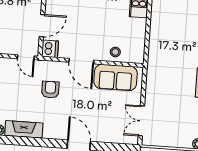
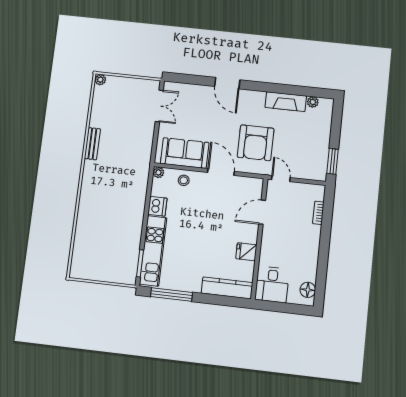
dishwasher: (50, 49) -> (157, 206), moved, turned 180
plant: (139, 58) -> (158, 172), added
armchair: (50, 90) -> (256, 143), width x1.88, depth x1.88

